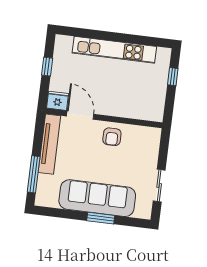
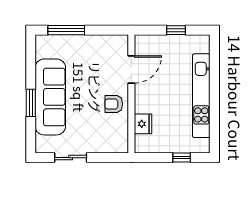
fridge: (58, 101) -> (143, 124), moved
tv unit: (49, 144) -> (98, 42), removed

